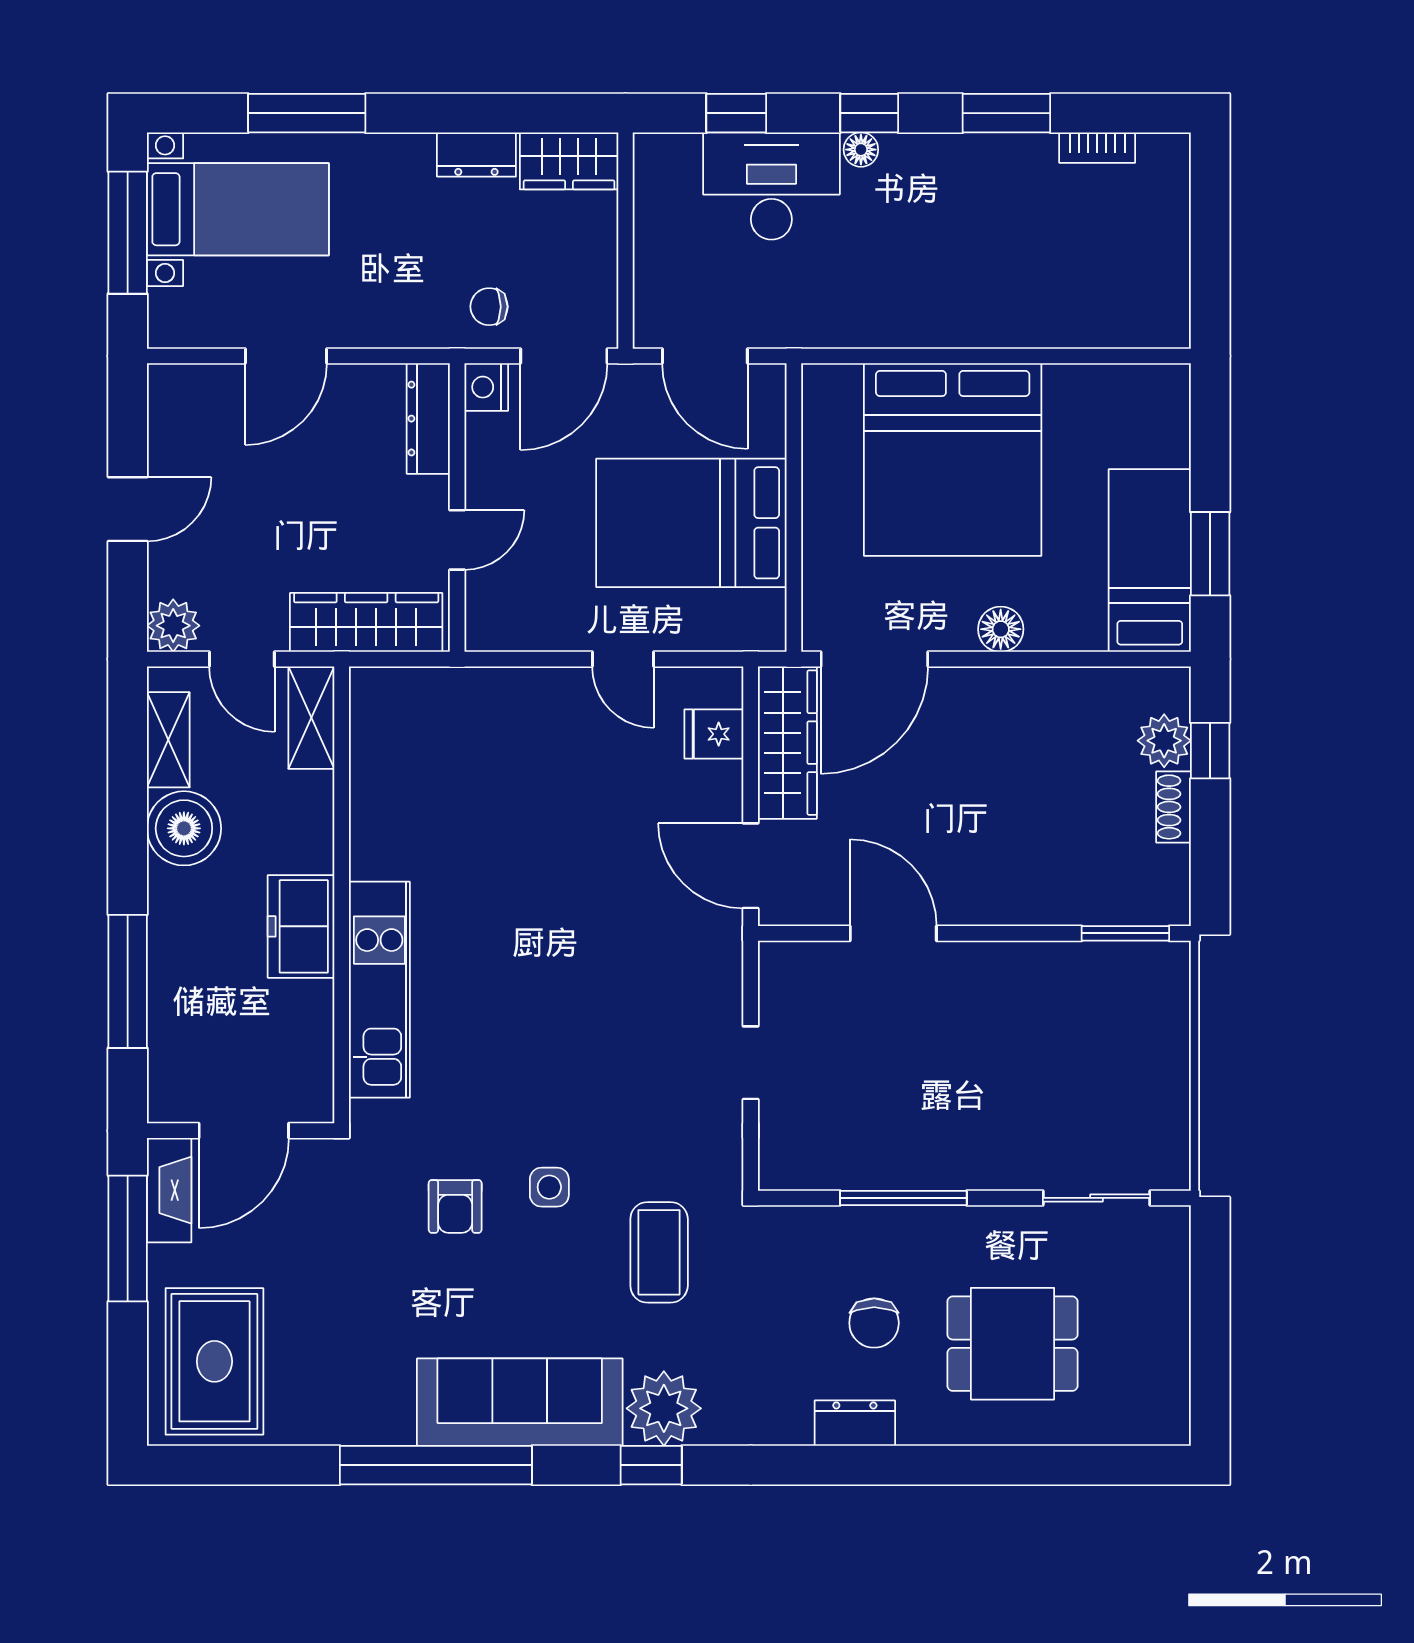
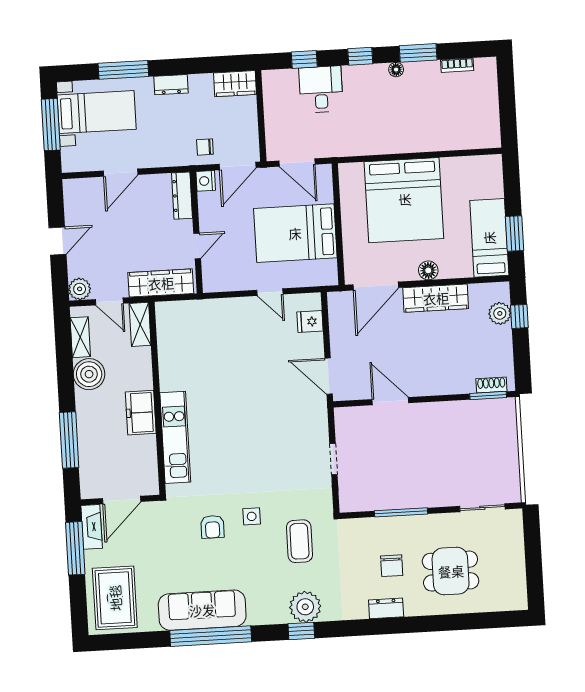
floor lamp: (861, 150) -> (396, 70), moved
dresser: (476, 155) -> (171, 85), moved
desk: (771, 186) -> (321, 89), width x0.73
wardrobe: (787, 743) -> (436, 298), moved, turned 90
shoe rack: (1174, 807) -> (491, 385), moved, turned 90
sofa: (520, 1402) -> (202, 610), moved

